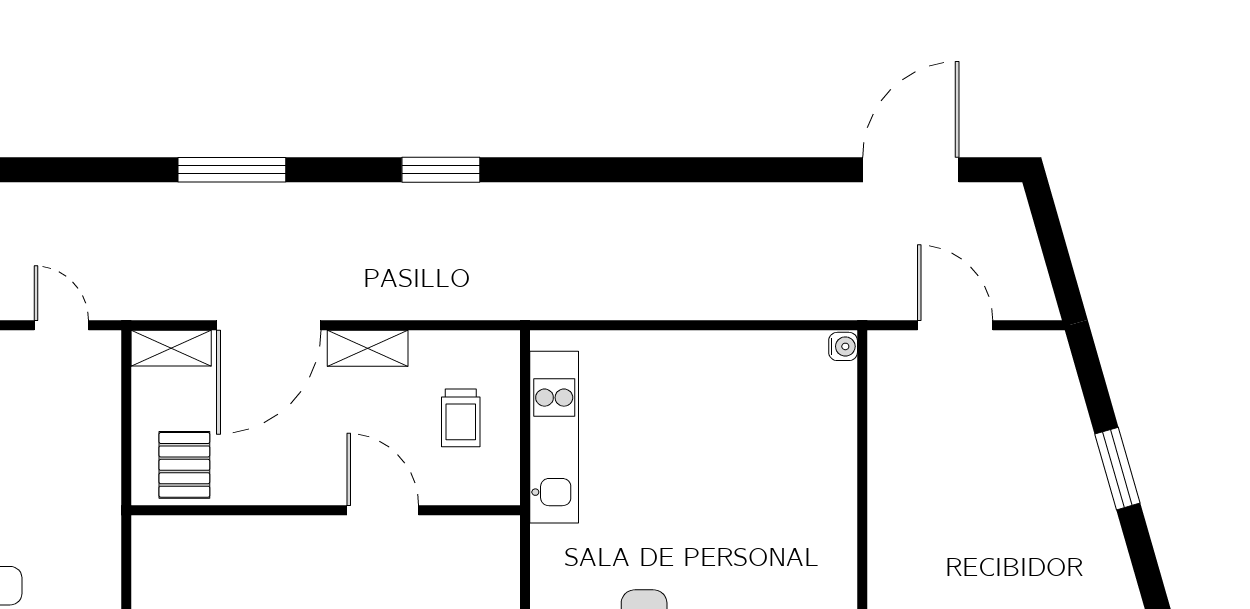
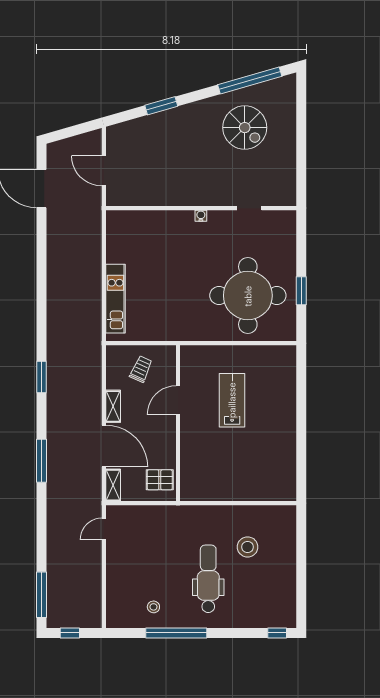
door: (955, 325) -> (104, 171), hinge flipped
water cooler: (843, 346) -> (201, 216), moved
trolley: (461, 418) -> (141, 369), turned -66
kitchen unit: (554, 437) -> (116, 299), moved, turned 90

